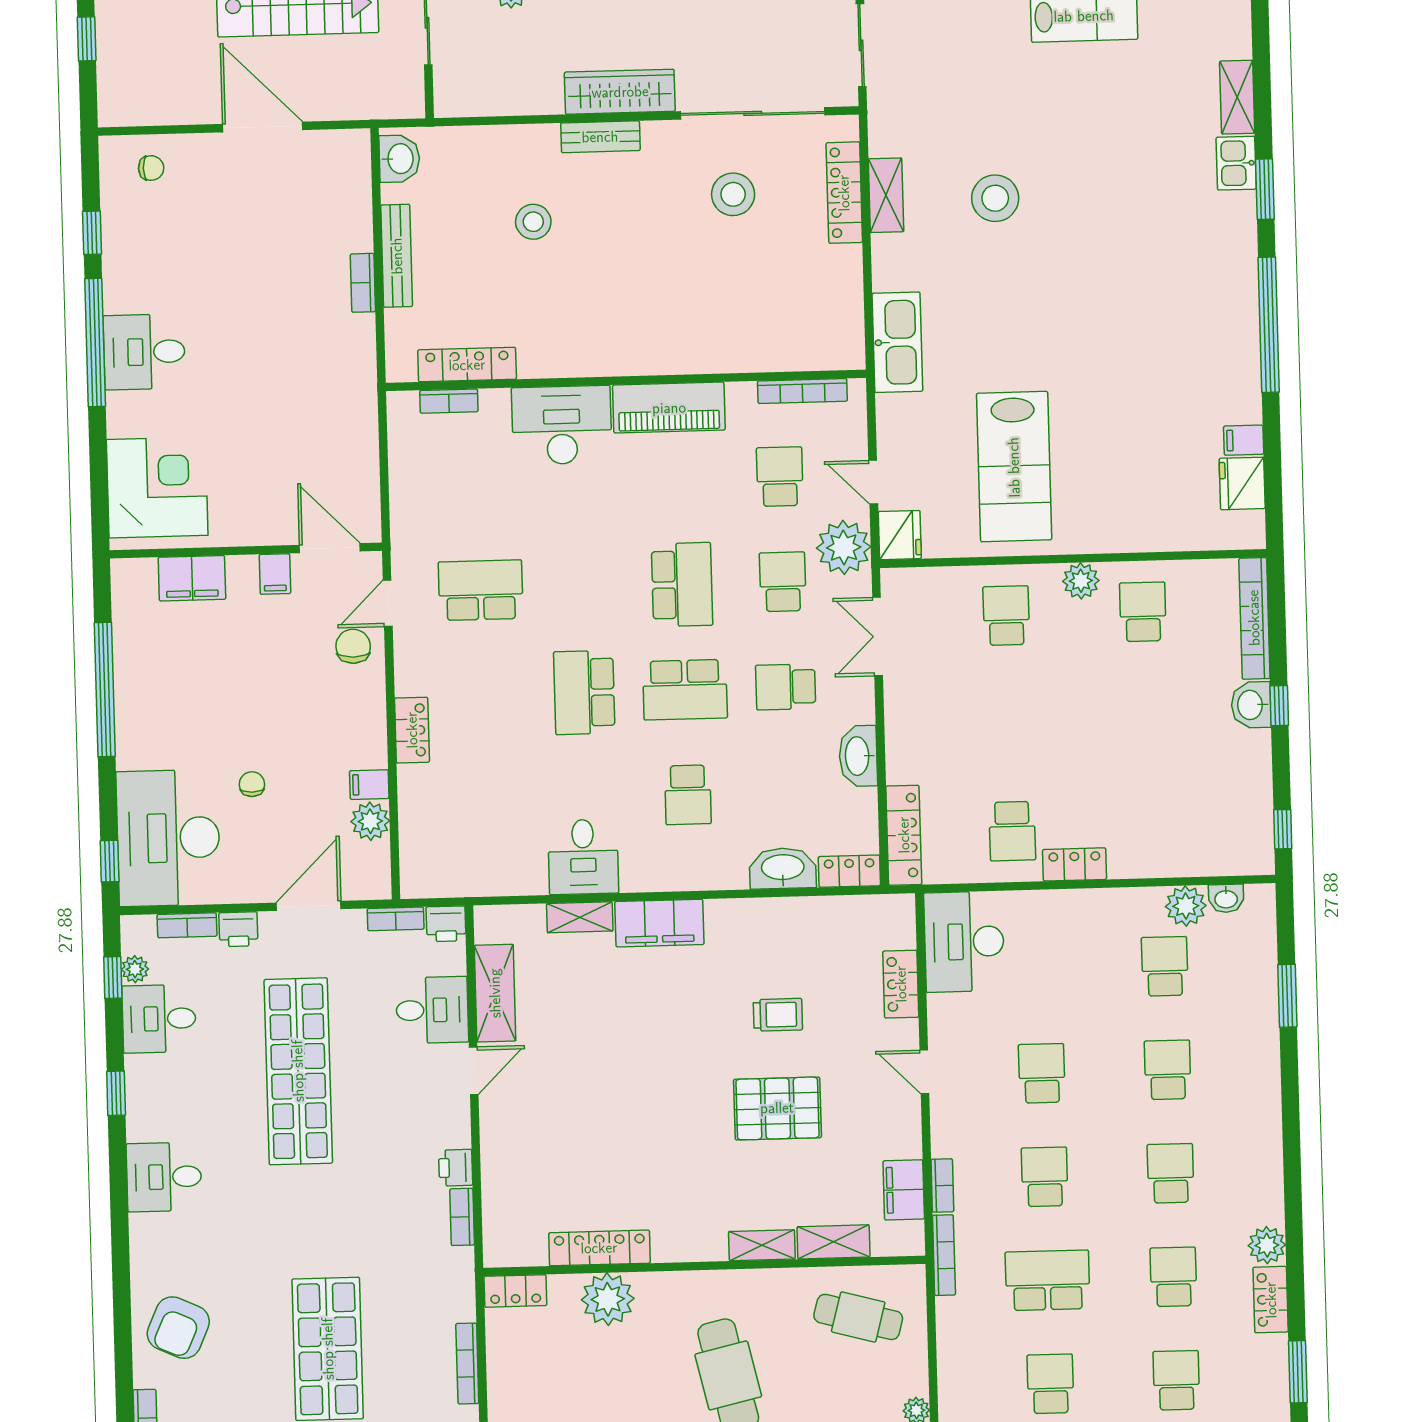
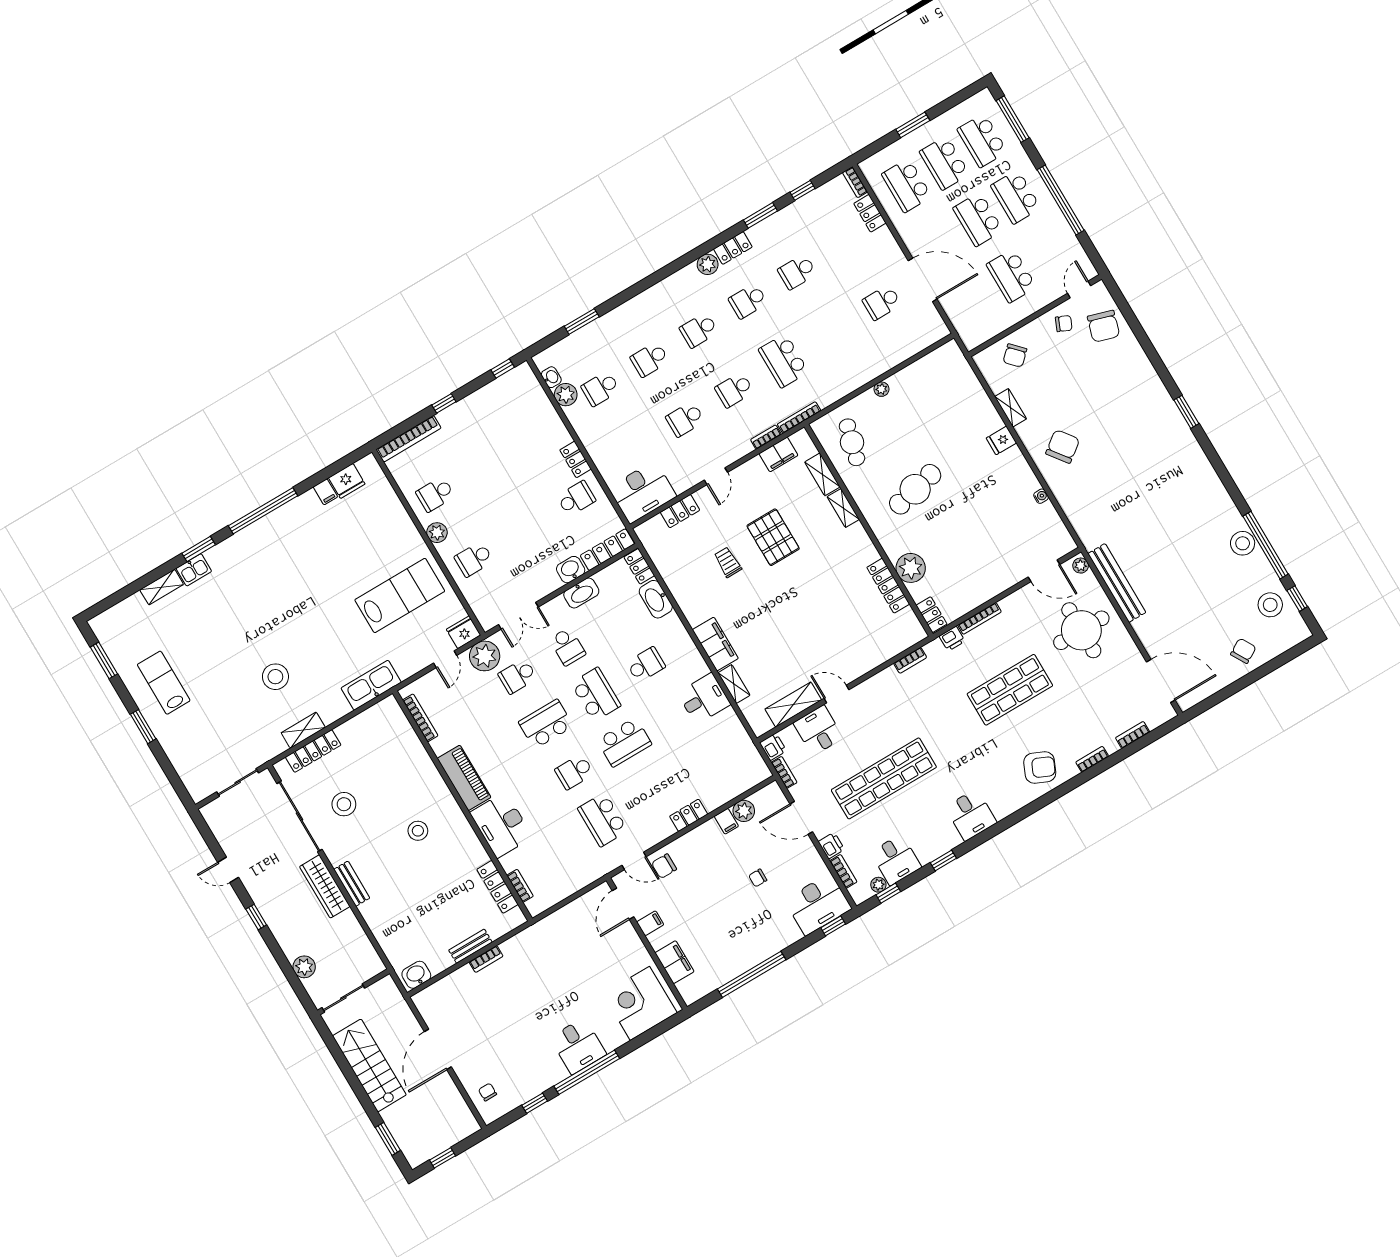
stool: (533, 222) -> (418, 831), moved
bench: (397, 256) -> (470, 946), width x0.73
school desk: (780, 477) -> (574, 772), moved
washbasin: (1251, 705) -> (571, 570), moved, turned 180
desk: (168, 838) -> (818, 904), width x0.73, depth x0.77
printer: (456, 1168) -> (952, 639), moved
school desk: (1050, 1384) -> (833, 332), removed

